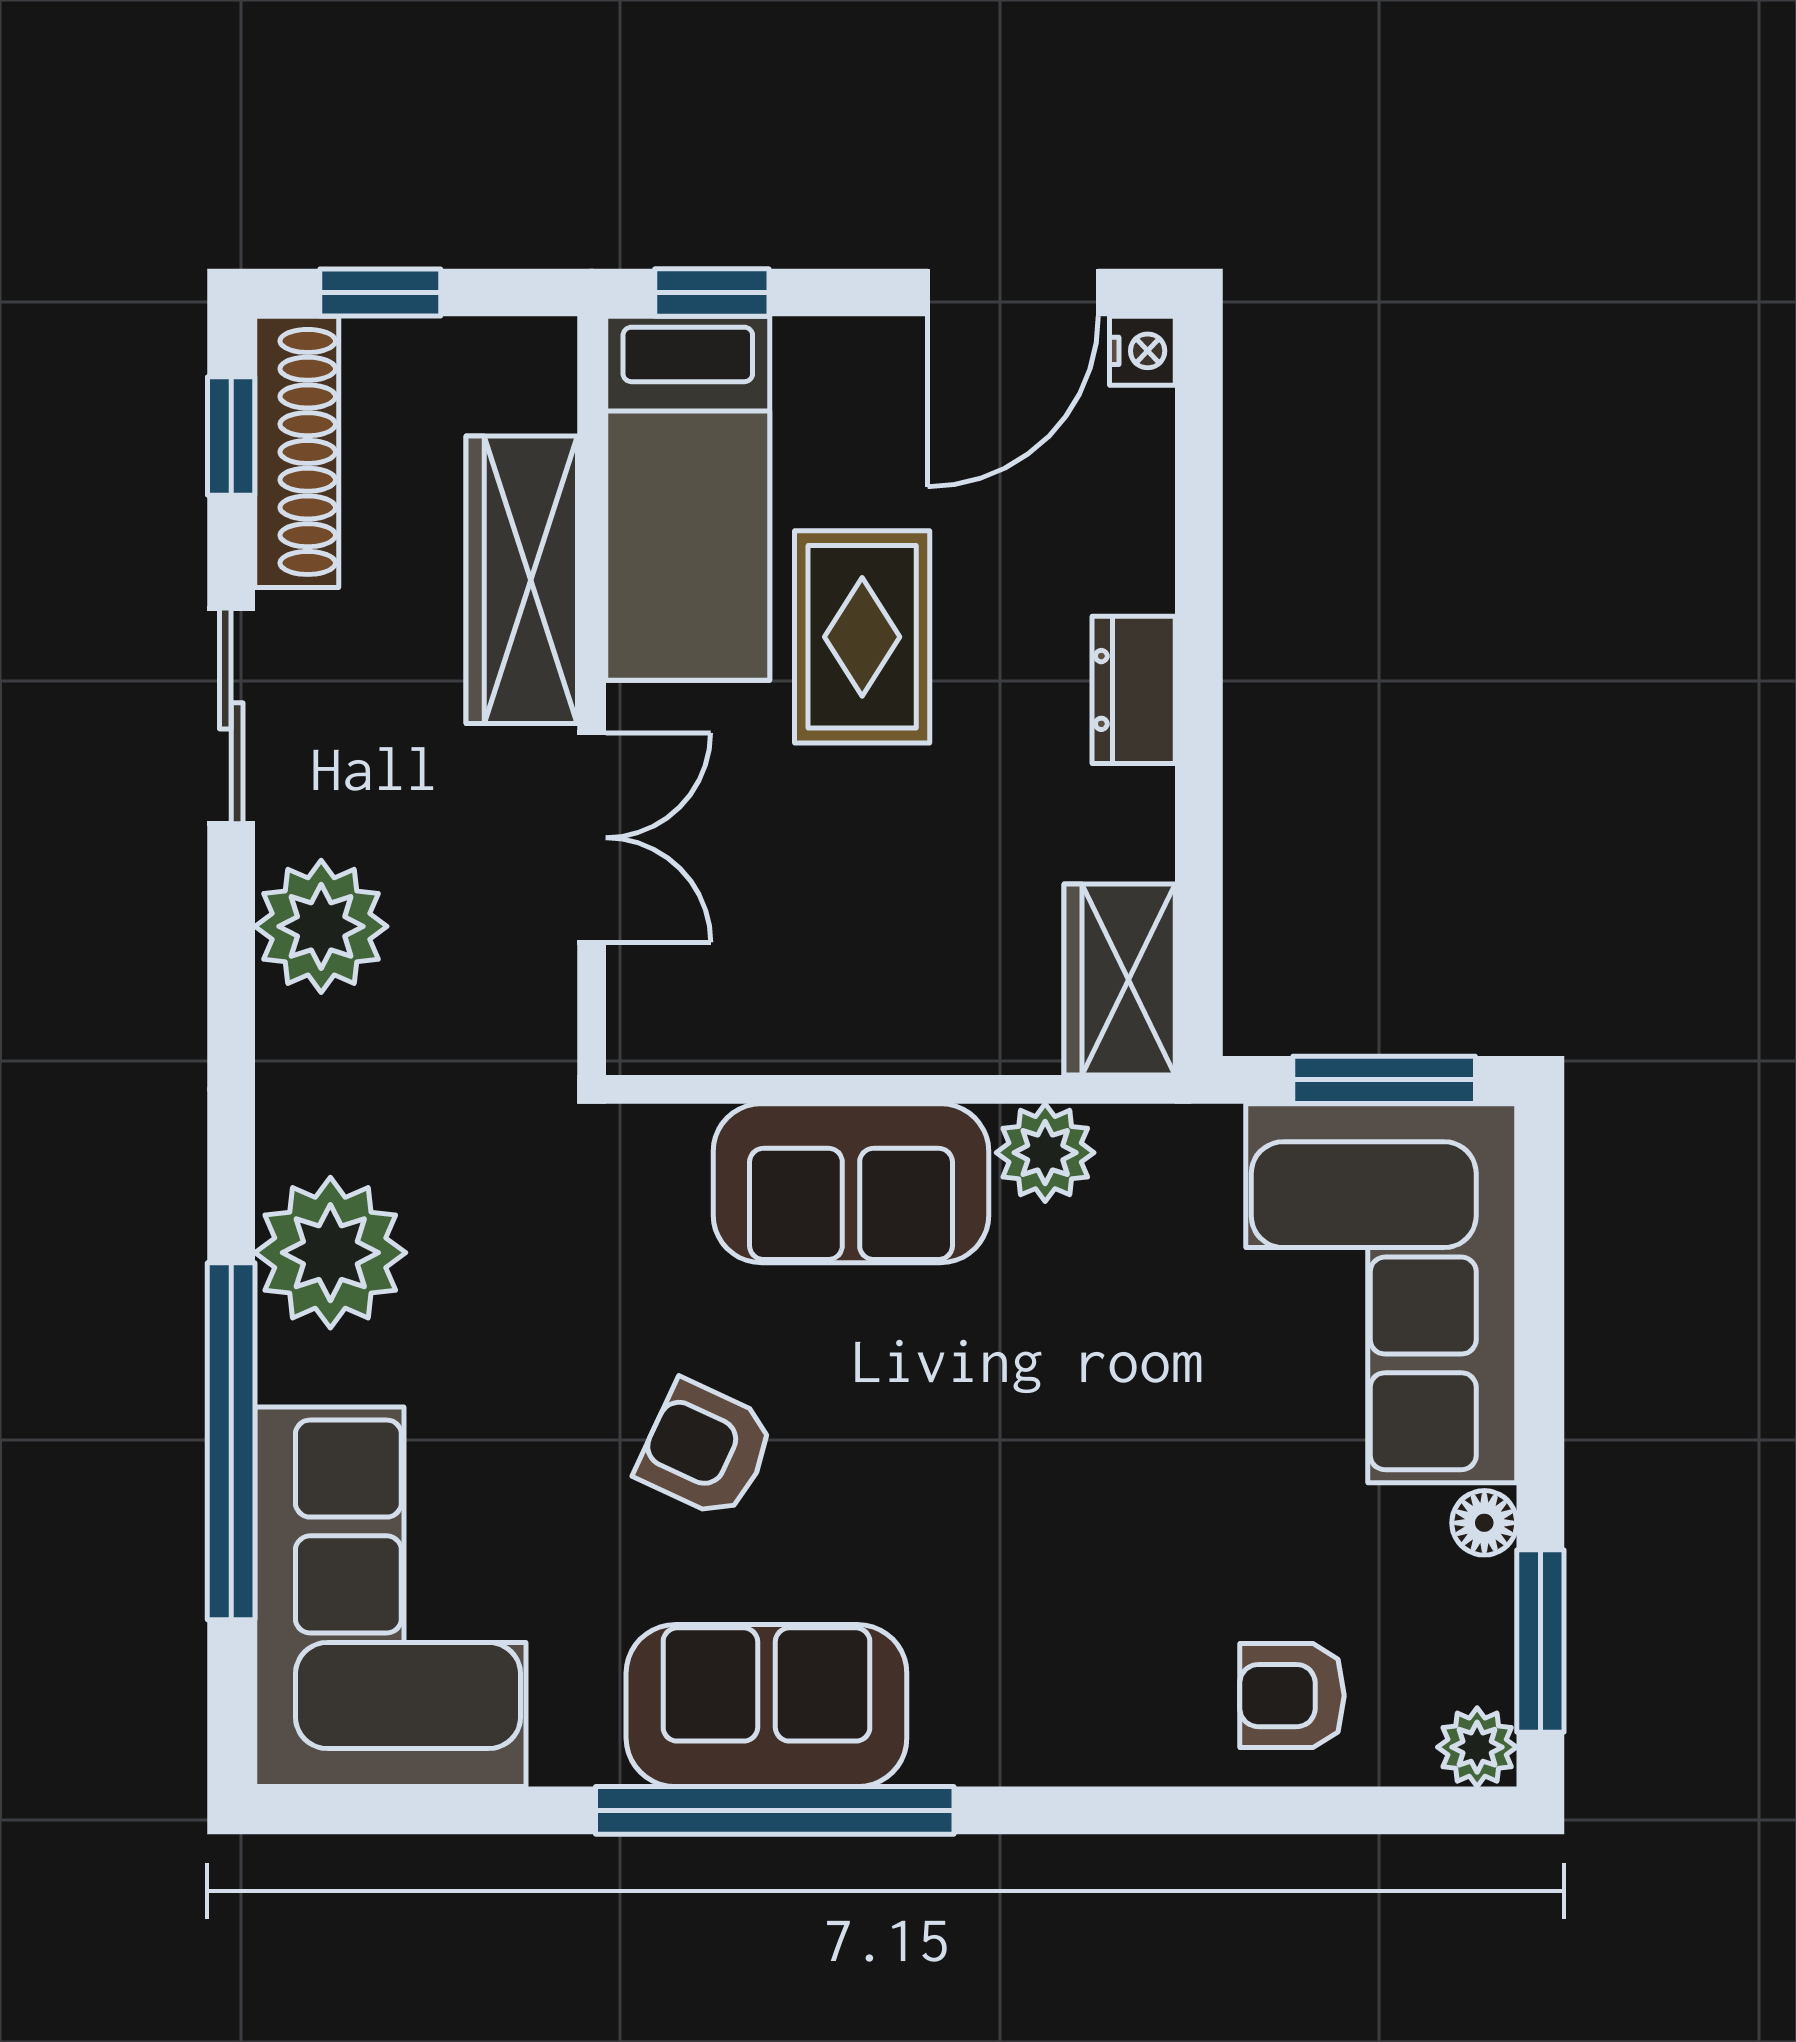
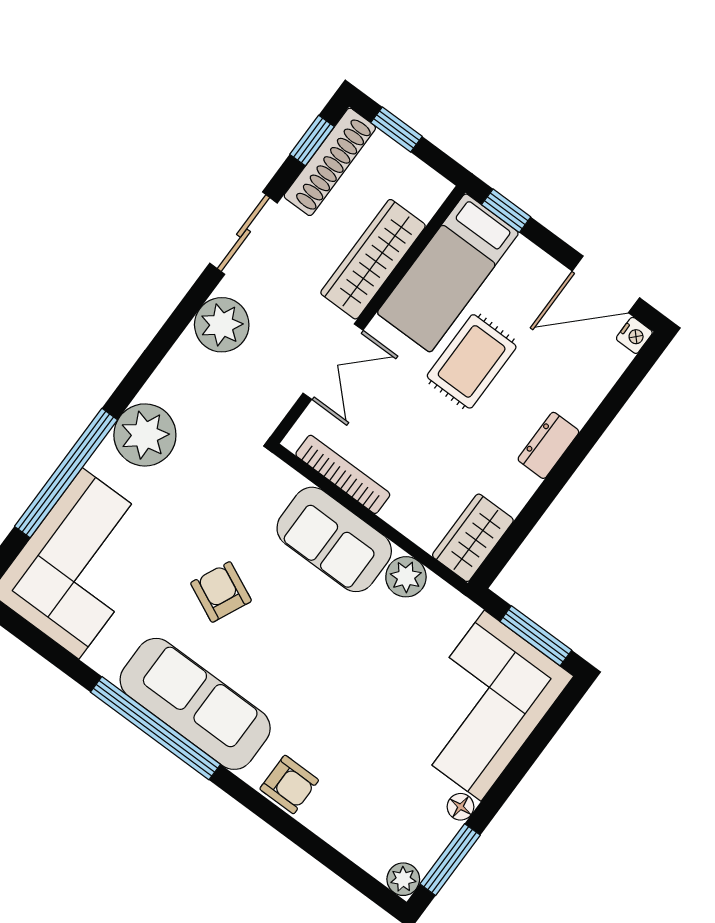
bookcase: (774, 1044) -> (343, 474), added
armchair: (1292, 1696) -> (289, 784), moved, turned 180
sofa: (766, 1706) -> (195, 704), width x1.36

